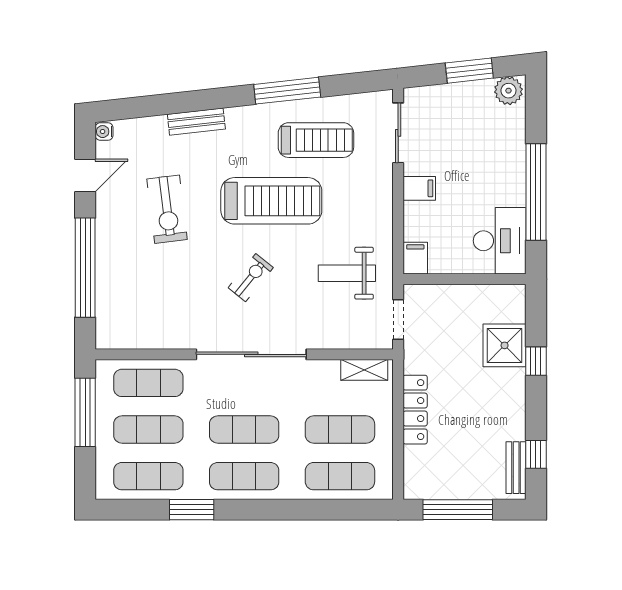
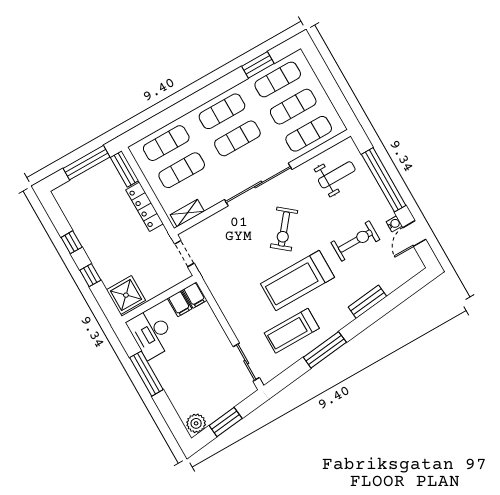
water cooler: (104, 132) -> (394, 224), moved
filing cabinet: (419, 188) -> (180, 304), moved, turned -90
window: (536, 192) -> (146, 374), width x0.68
exercise bike: (167, 209) -> (355, 241), turned 97
weight bench: (347, 273) -> (337, 175), moved
exercise bike: (251, 278) -> (284, 229), width x1.38, depth x1.39
shower: (505, 345) -> (126, 295), moved
window: (85, 412) -> (336, 96), removed
window: (536, 454) -> (72, 242), moved
bench: (516, 468) -> (125, 169), moved
window: (192, 510) -> (258, 65), moved

